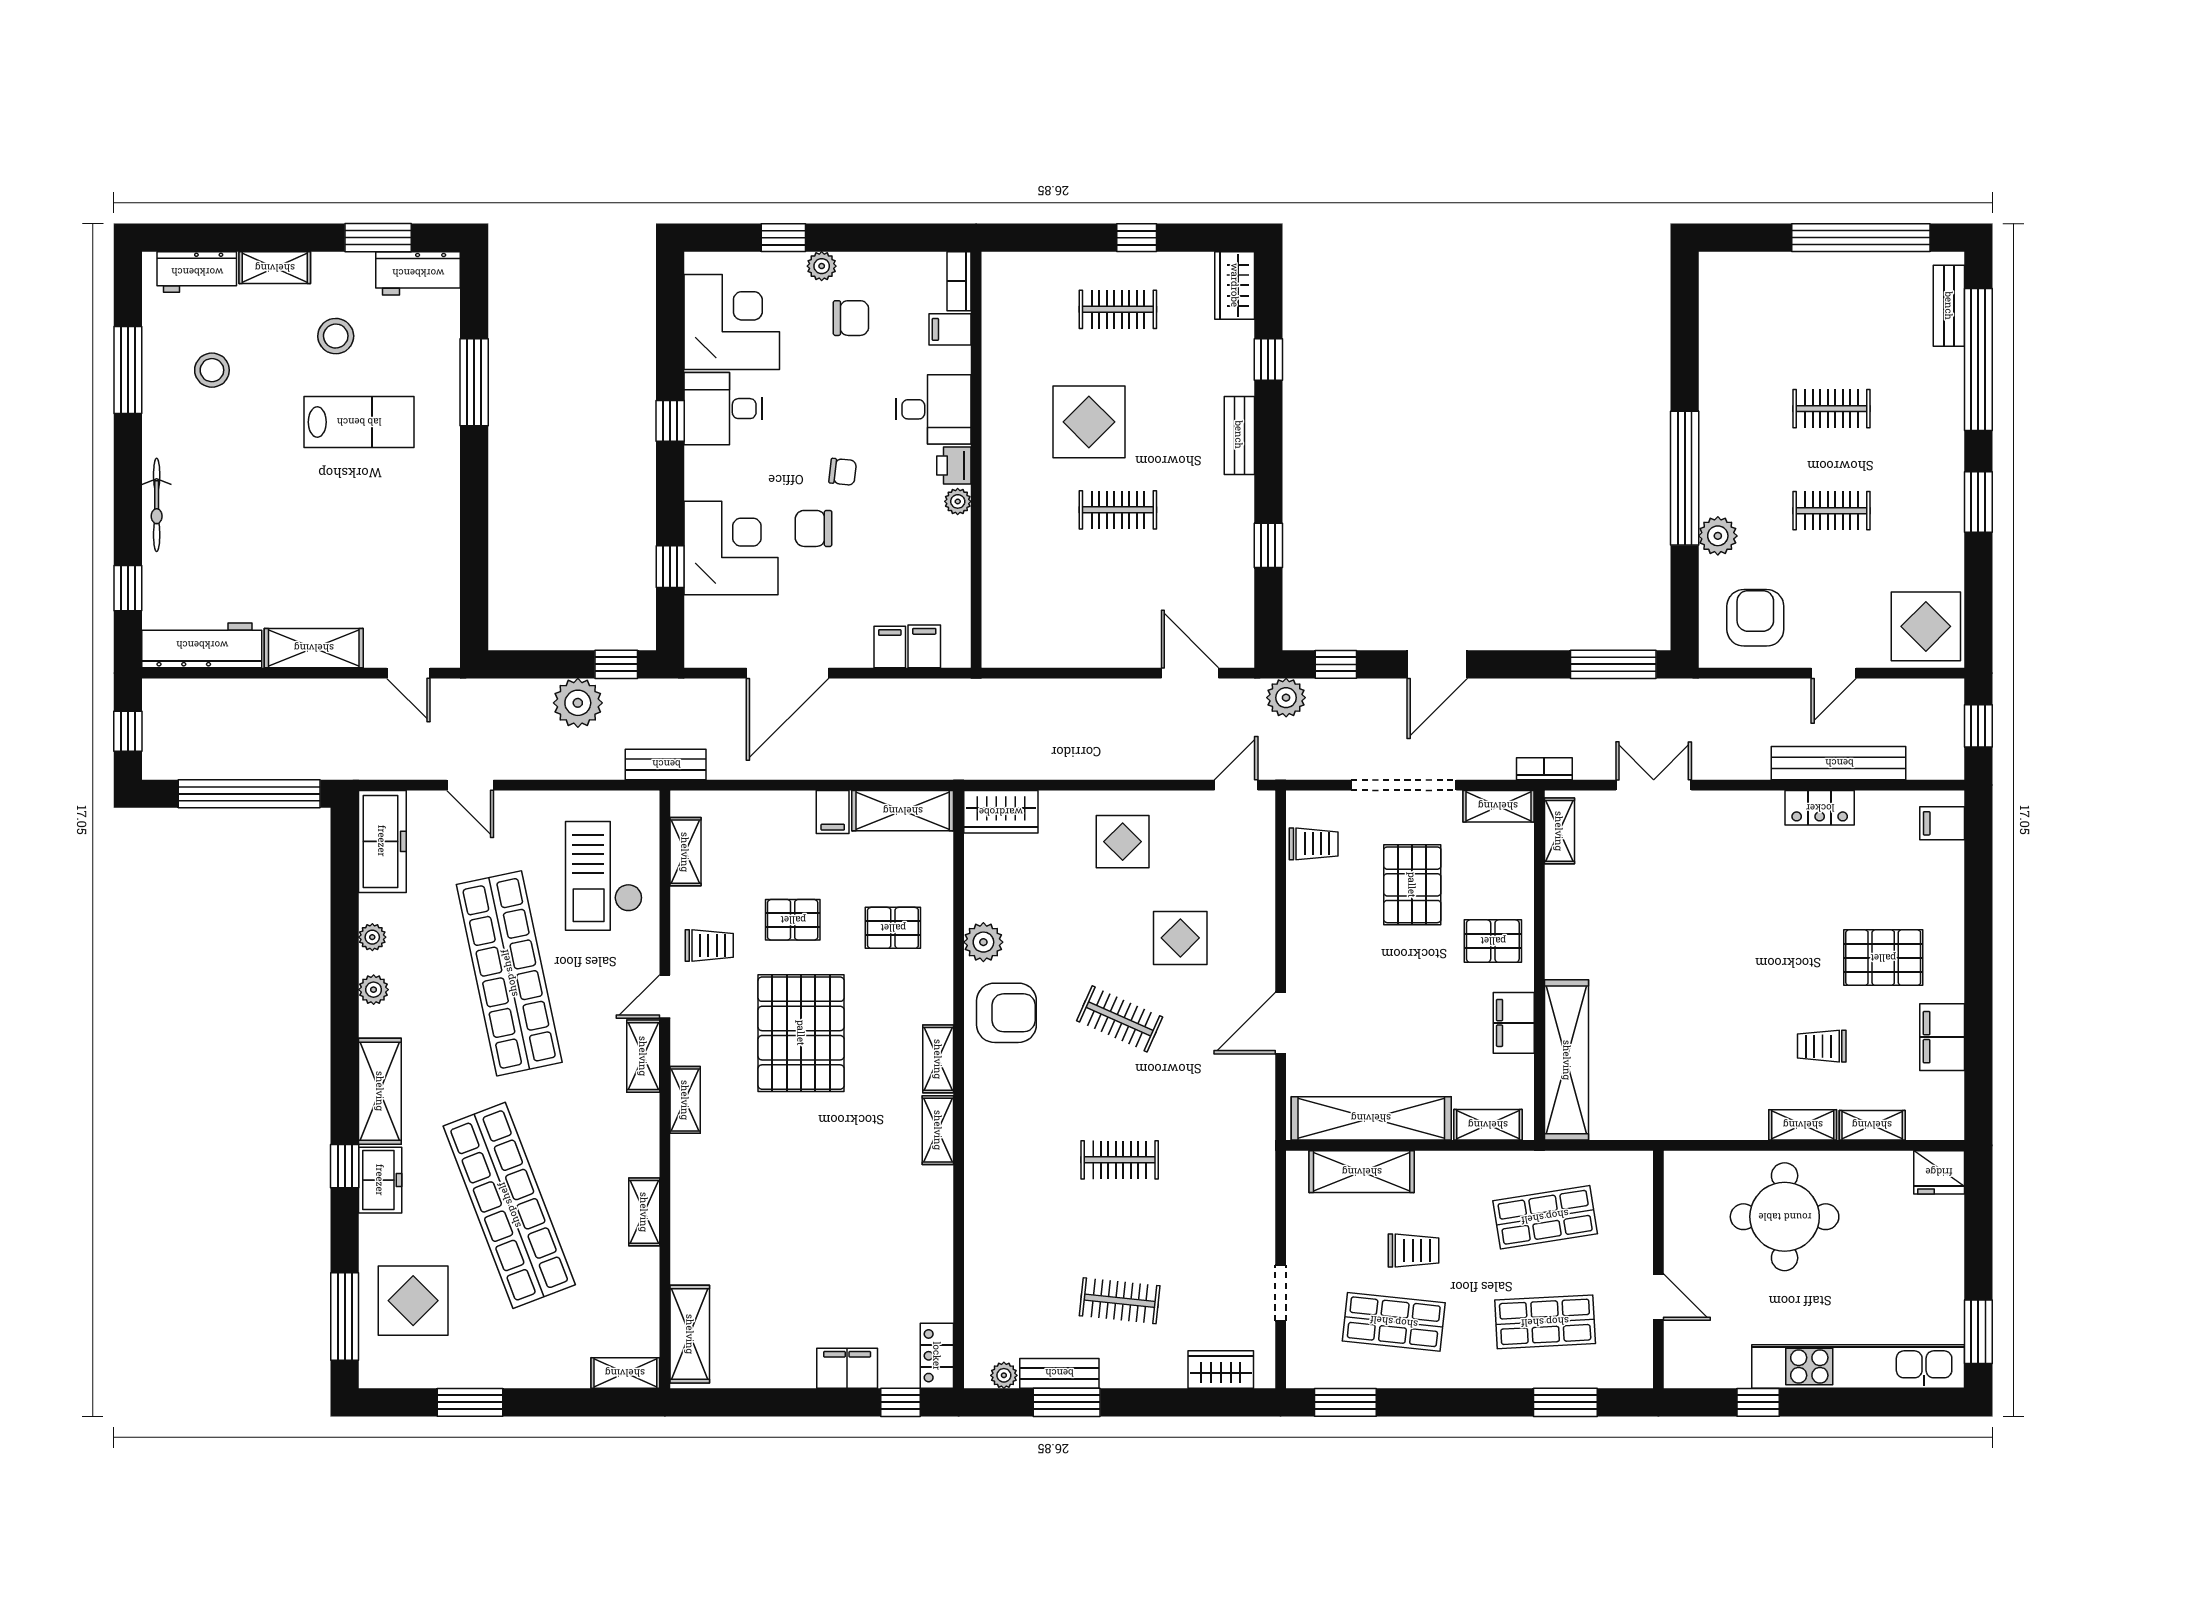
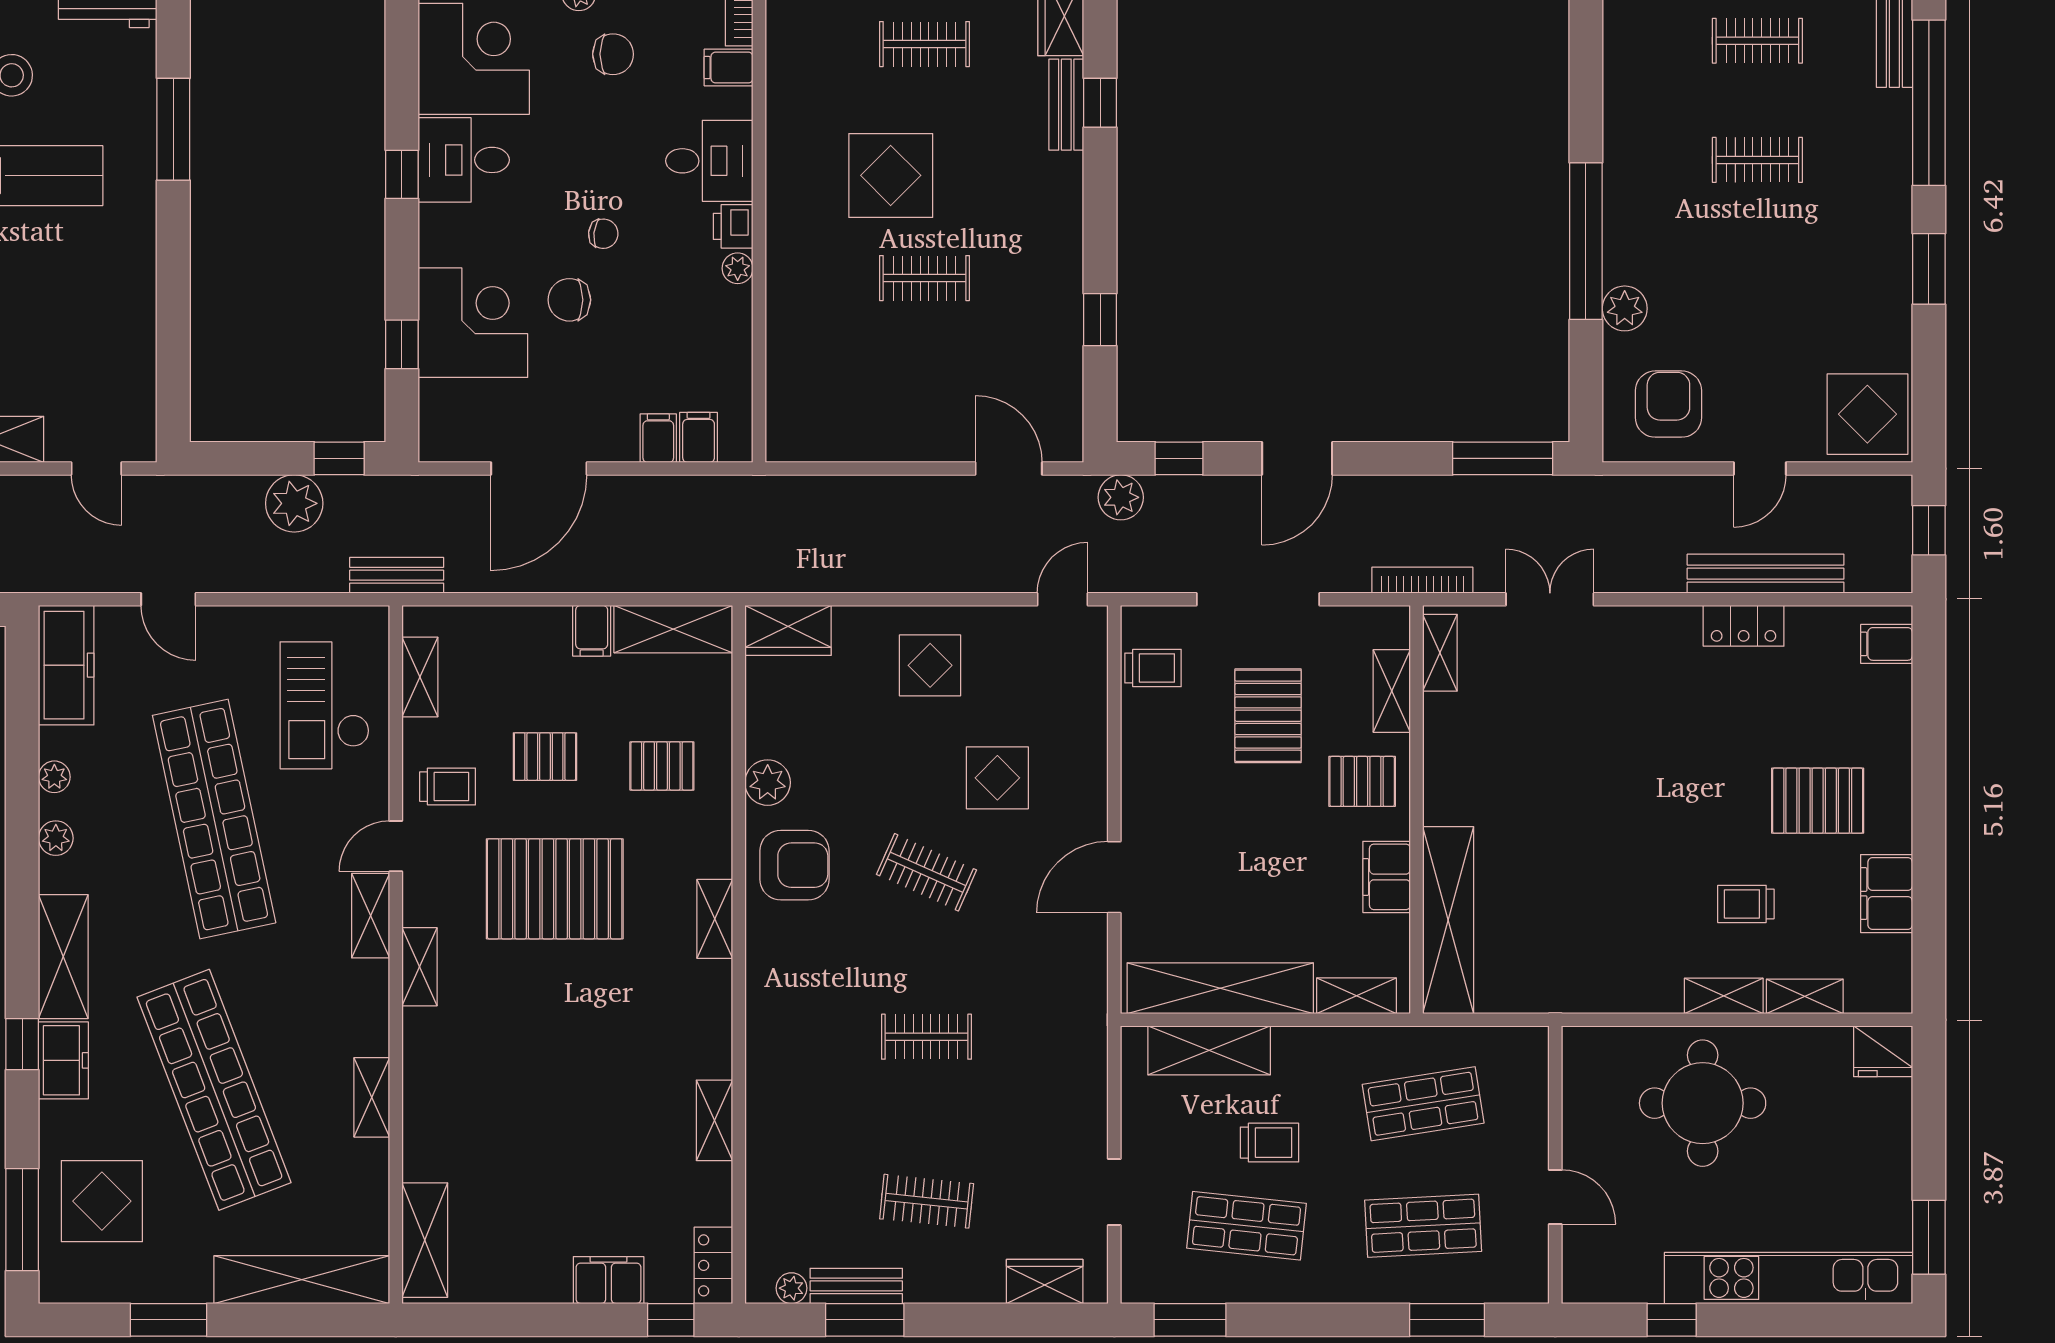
bench: (1239, 435) -> (1066, 105), moved
clothes rail: (1832, 511) -> (1757, 41), moved
bookcase: (1544, 769) -> (1422, 580), width x1.56
shelving: (1498, 806) -> (1392, 691), moved, turned 90
pallet: (801, 1033) -> (555, 889), turned 90
shelving: (938, 1130) -> (714, 1120), moved
shelving: (625, 1373) -> (302, 1280), width x2.20, depth x1.33

